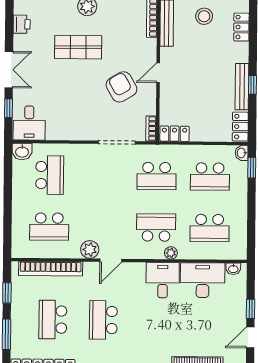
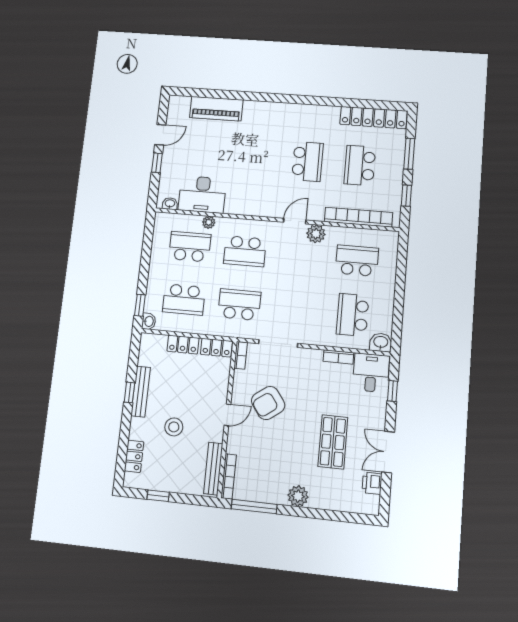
stool: (204, 16) -> (174, 427), moved
shop shelf: (78, 47) -> (333, 442), moved, turned 90
double door: (9, 70) -> (388, 452), moved
armchair: (122, 87) -> (268, 403), turned 84
locker: (240, 127) -> (183, 345), moved, turned 90
bookcase: (60, 135) -> (338, 357), added
school desk: (210, 176) -> (184, 300), turned 180
plant: (171, 253) -> (209, 222), moved
desk: (163, 280) -> (243, 197), removed
school desk: (53, 320) -> (360, 165), turned 180

